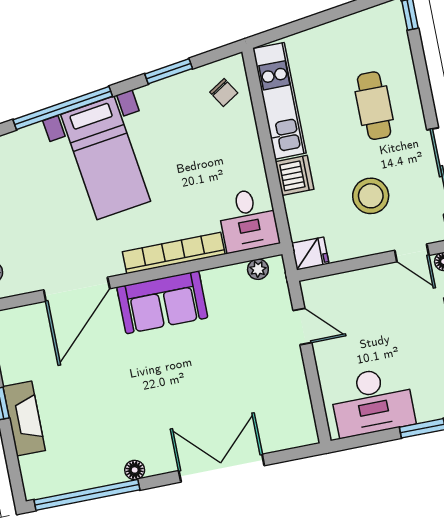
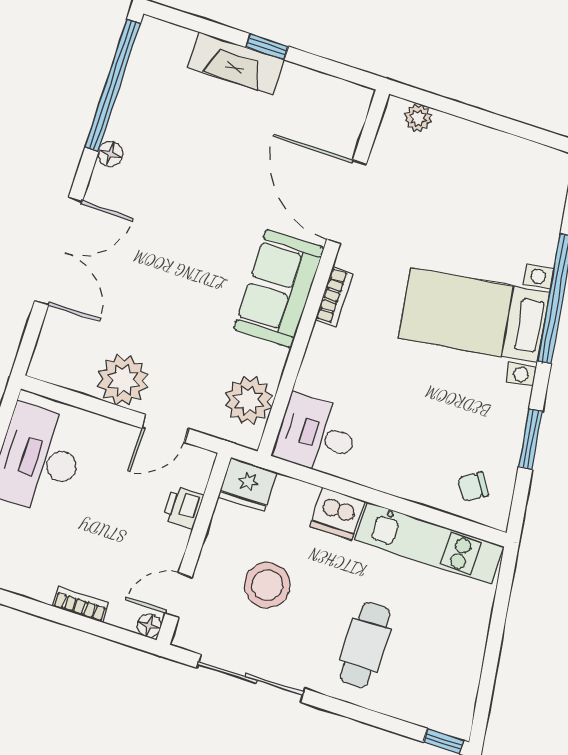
cafe table: (374, 106) -> (365, 645), turned 90
bookcase: (174, 253) -> (334, 296), width x0.43, depth x0.76
fridge: (310, 254) -> (247, 484), width x1.38
plant: (258, 269) -> (249, 400), width x1.88, depth x1.88
printer: (350, 284) -> (183, 507), added
plant: (285, 374) -> (123, 380), added

